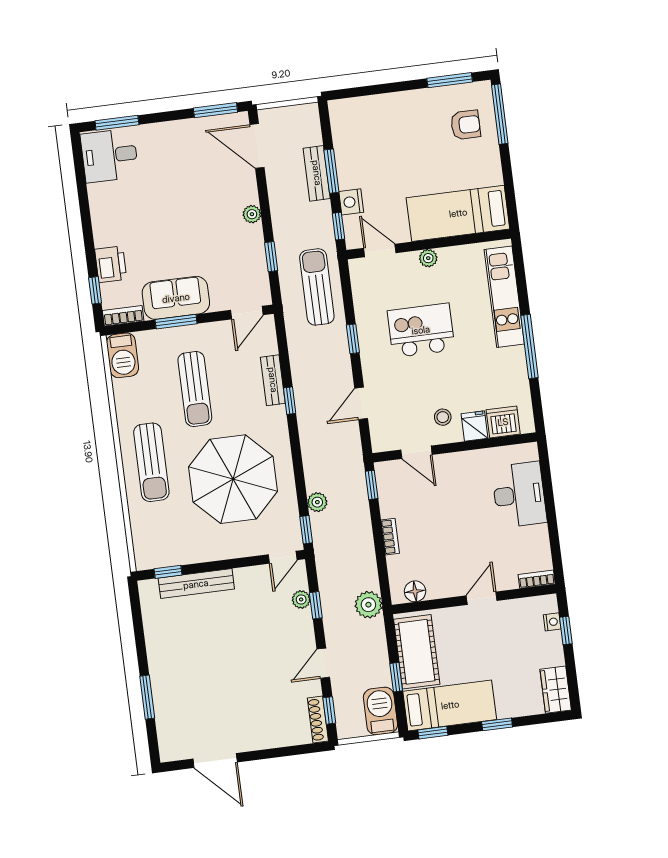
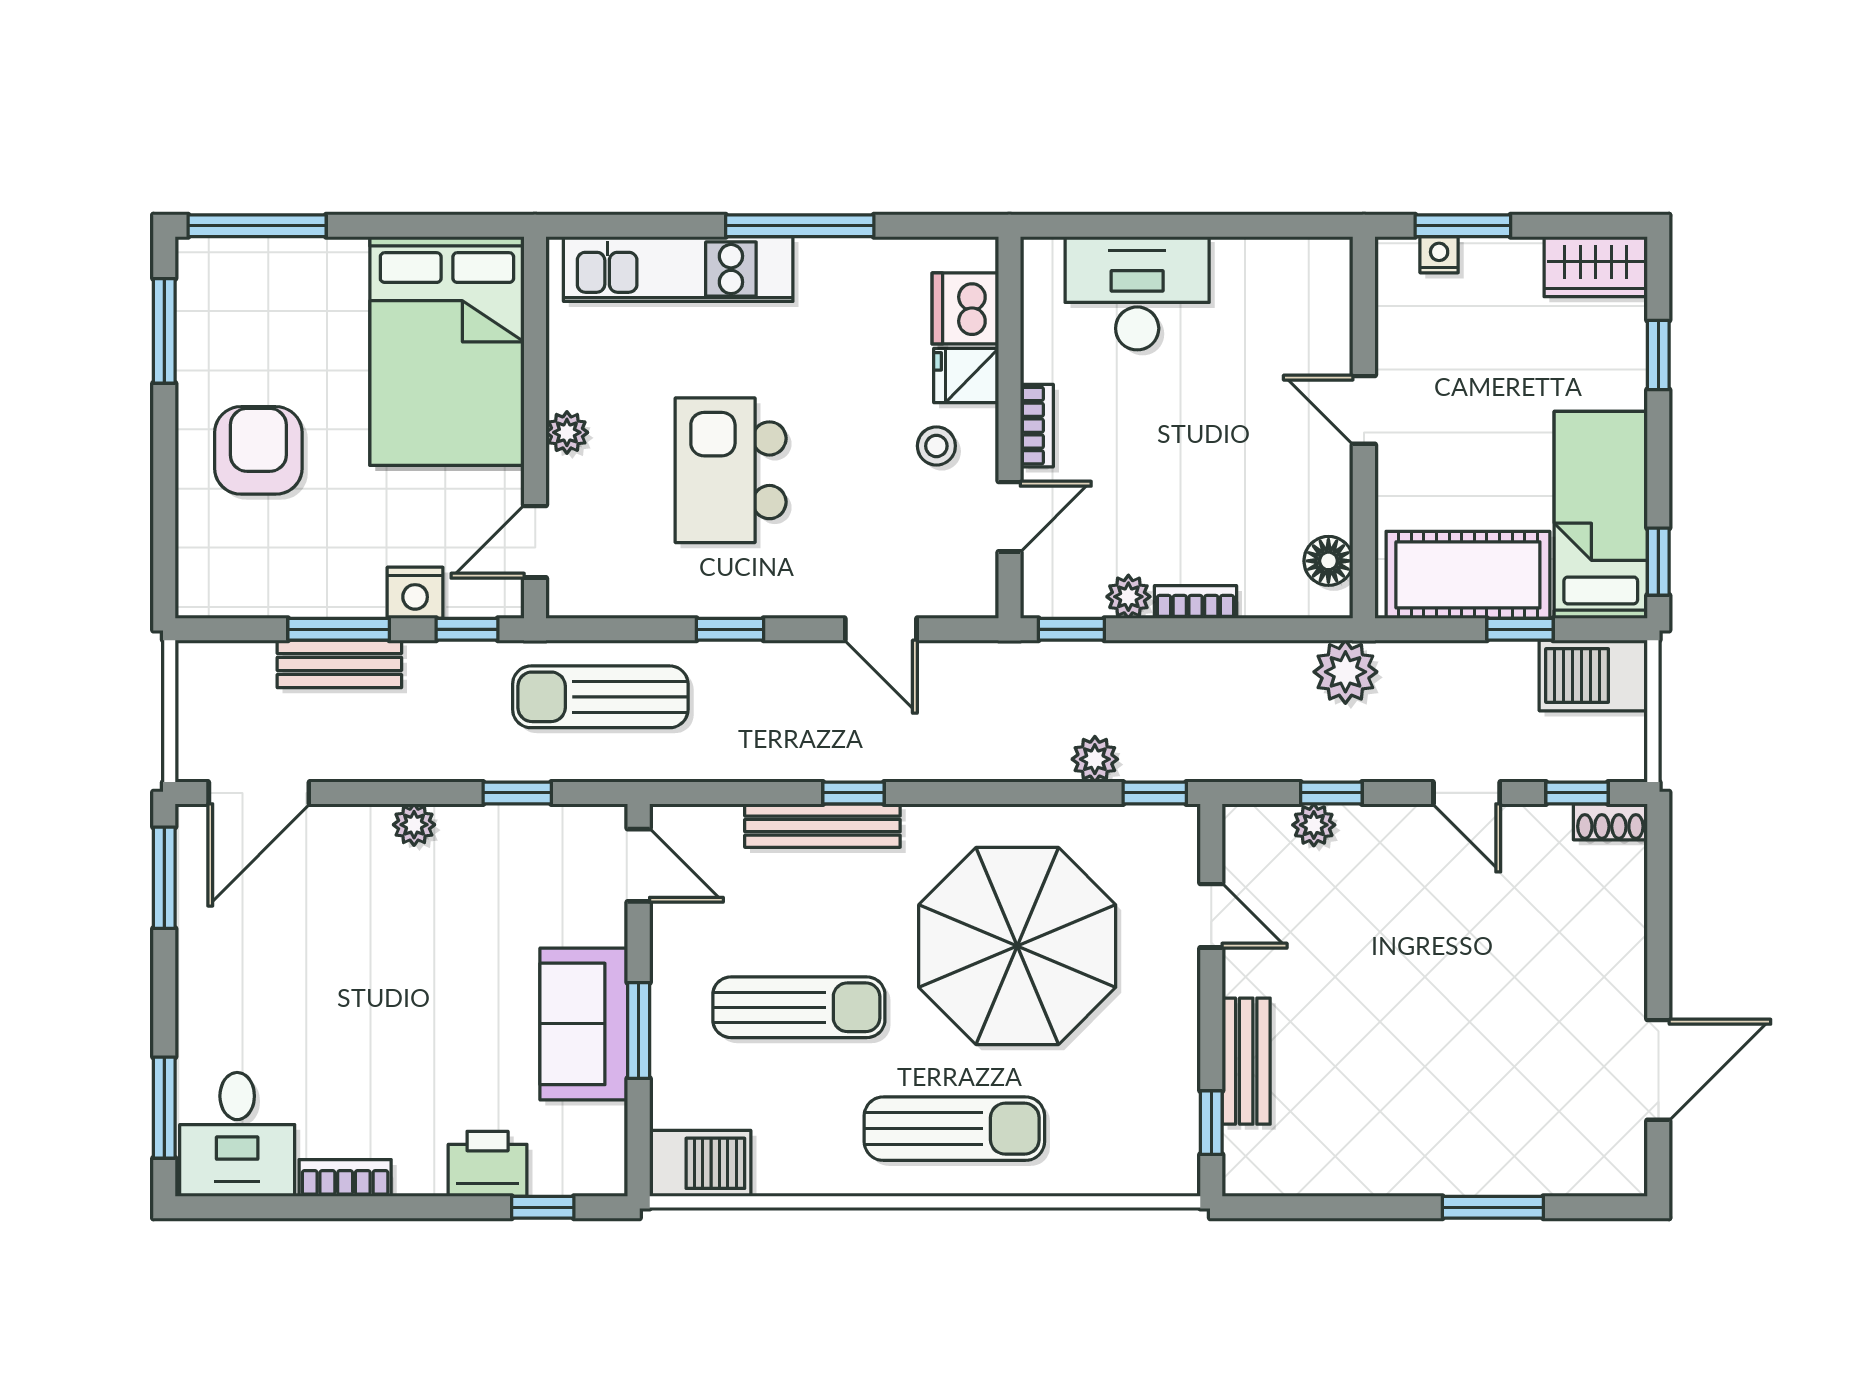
armchair: (466, 125) -> (258, 450), moved, width x1.38, depth x1.38
bed: (458, 213) -> (447, 351), width x1.50
bookcase: (123, 316) -> (345, 1178), moved, turned 90
bench: (273, 380) -> (822, 826), width x1.36
plant: (389, 508) -> (1128, 597), added
door: (283, 557) -> (1211, 916), moved
bookcase: (537, 579) -> (1037, 426), moved, turned 180
bench: (196, 584) -> (1246, 1061), width x0.73
window: (566, 631) -> (1463, 226), width x1.50
shoe rack: (318, 720) -> (1610, 822), width x0.70
window: (497, 724) -> (1658, 355), moved

